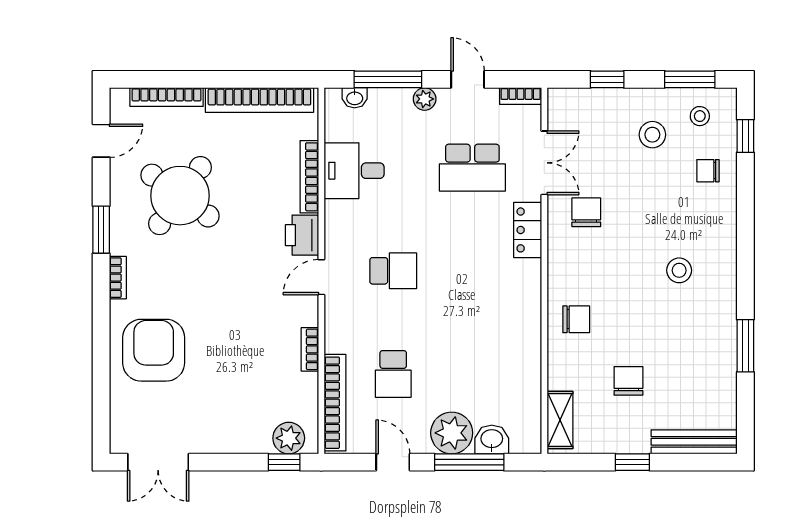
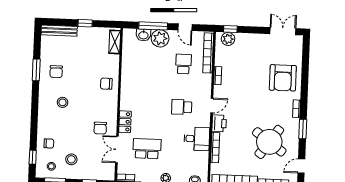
desk: (354, 171) -> (197, 139), moved
chair: (628, 381) -> (56, 72), moved

